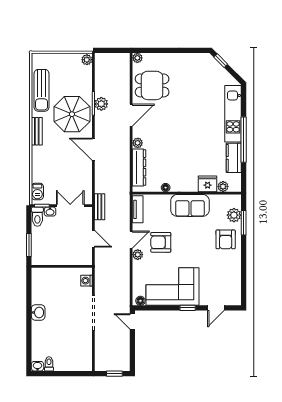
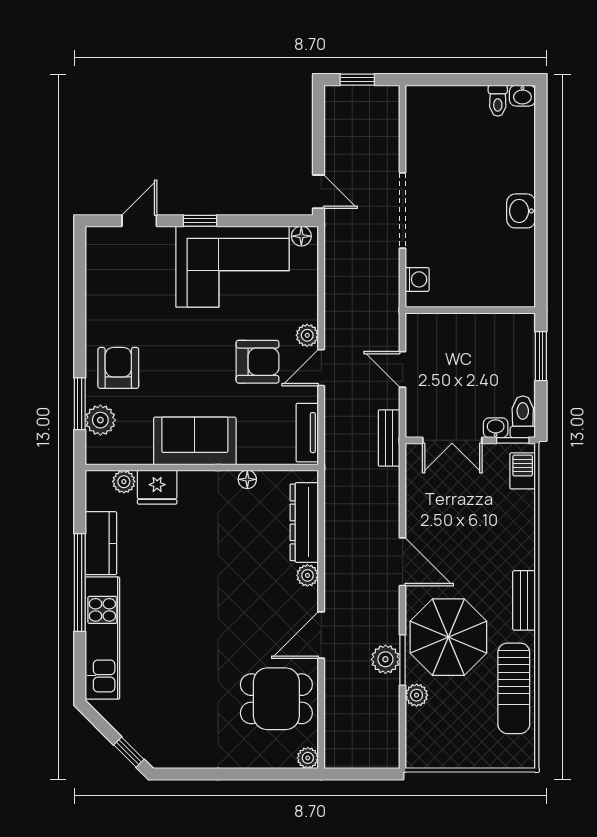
plant: (87, 60) -> (417, 695), moved
sun lounger: (42, 90) -> (514, 688), turned 180

